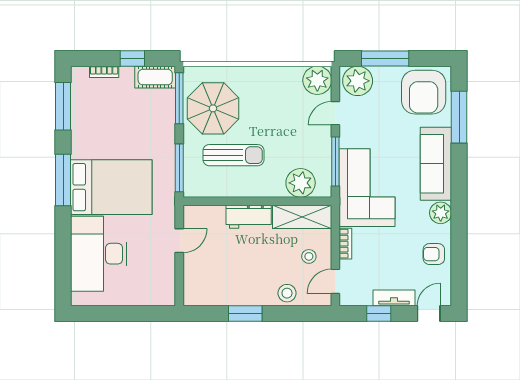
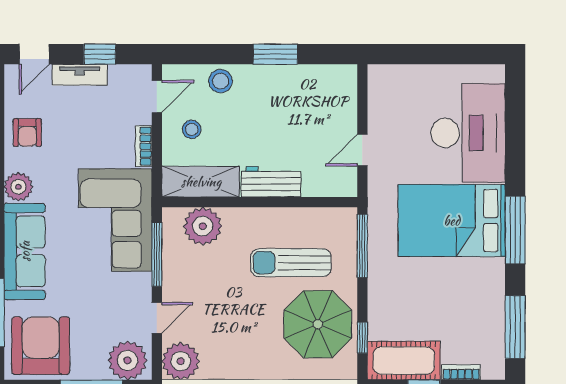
cot: (155, 77) -> (404, 361), width x1.37, depth x1.34
window: (179, 98) -> (362, 338), width x0.46
armchair: (434, 254) -> (27, 133), turned 90

